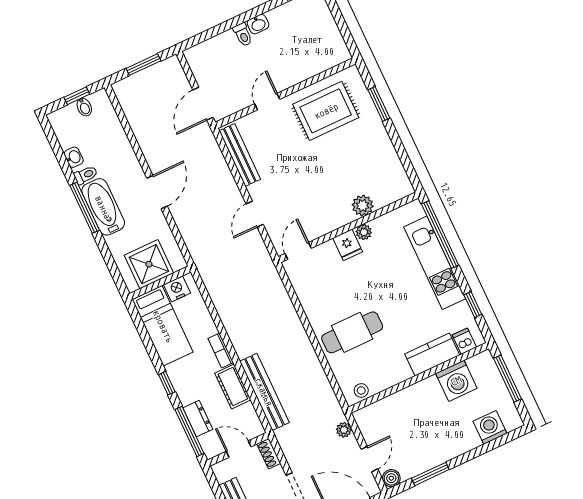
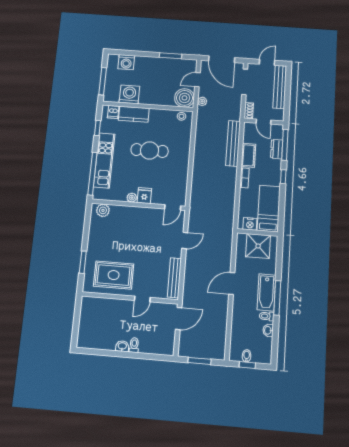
plant: (363, 206) -> (103, 210), moved
cafe table: (352, 332) -> (150, 150), moved
boiler: (391, 478) -> (184, 98), moved, width x1.86, depth x1.86

